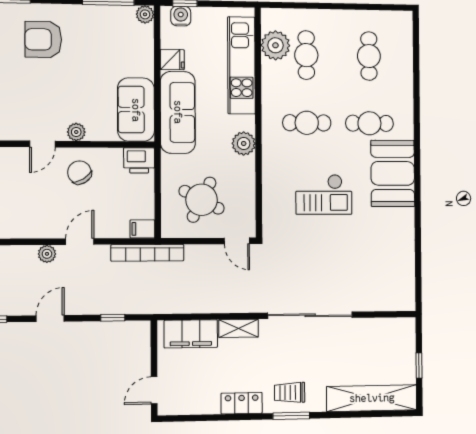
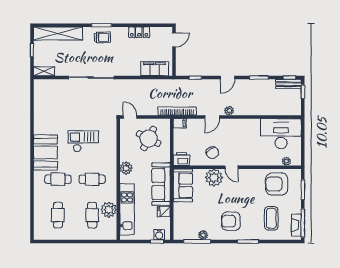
plant: (145, 14) -> (203, 235), moved
armchair: (43, 39) -> (231, 221), turned 180
plant: (275, 45) -> (109, 210), moved
plant: (76, 132) -> (214, 178), width x1.87, depth x1.87
door: (42, 144) -> (231, 167), swing flipped
shelving: (239, 328) -> (44, 71), moved
locker: (242, 403) -> (139, 32), moved

